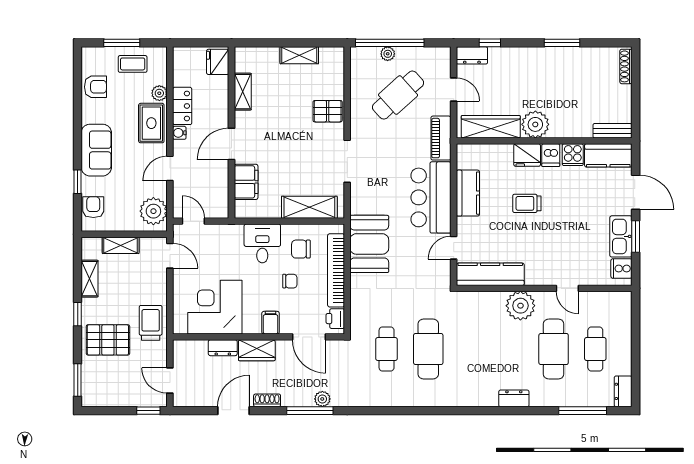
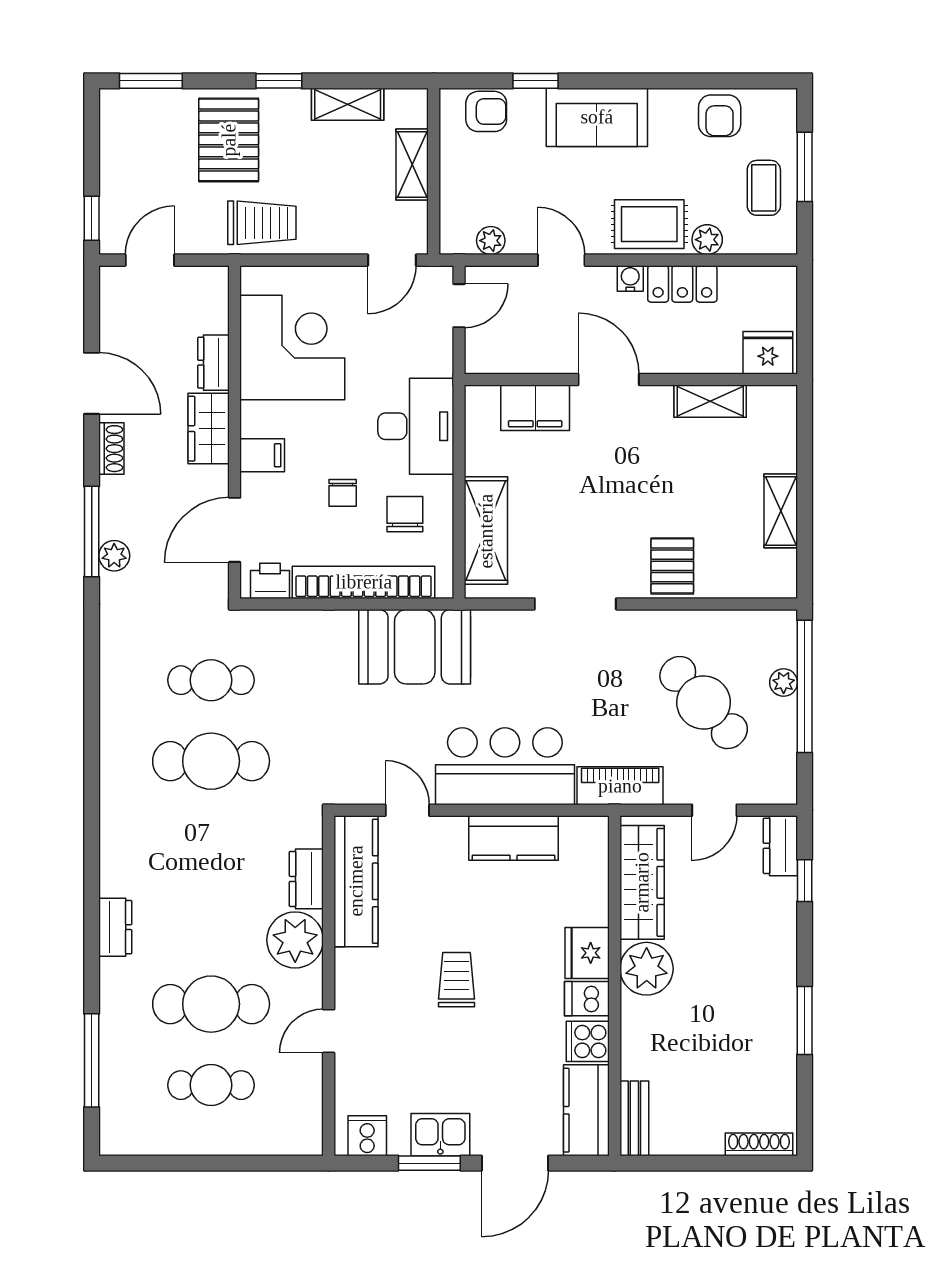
trolley: (527, 203) -> (457, 980), moved
plant: (153, 211) -> (491, 241), width x0.53, depth x0.53
kitchen sink: (621, 236) -> (440, 1135), width x0.73
desk: (262, 243) -> (416, 426), width x1.37
dresser: (623, 391) -> (306, 879), moved, turned -90

